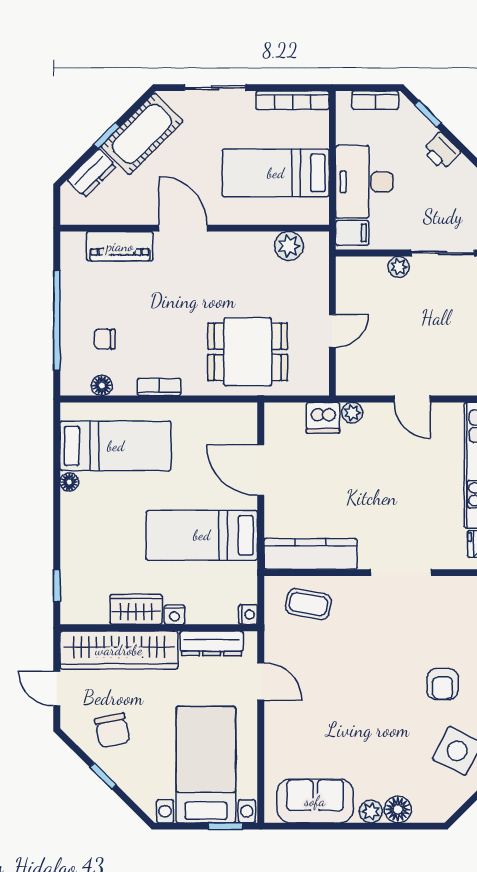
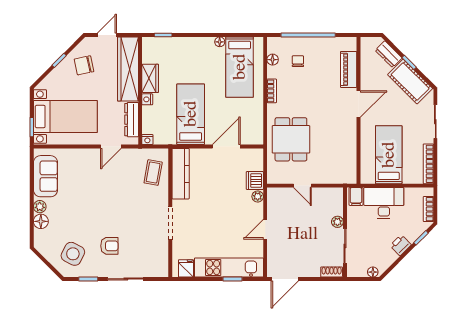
plant: (289, 246) -> (349, 162), removed
armchair: (443, 684) -> (109, 246), turned 180

